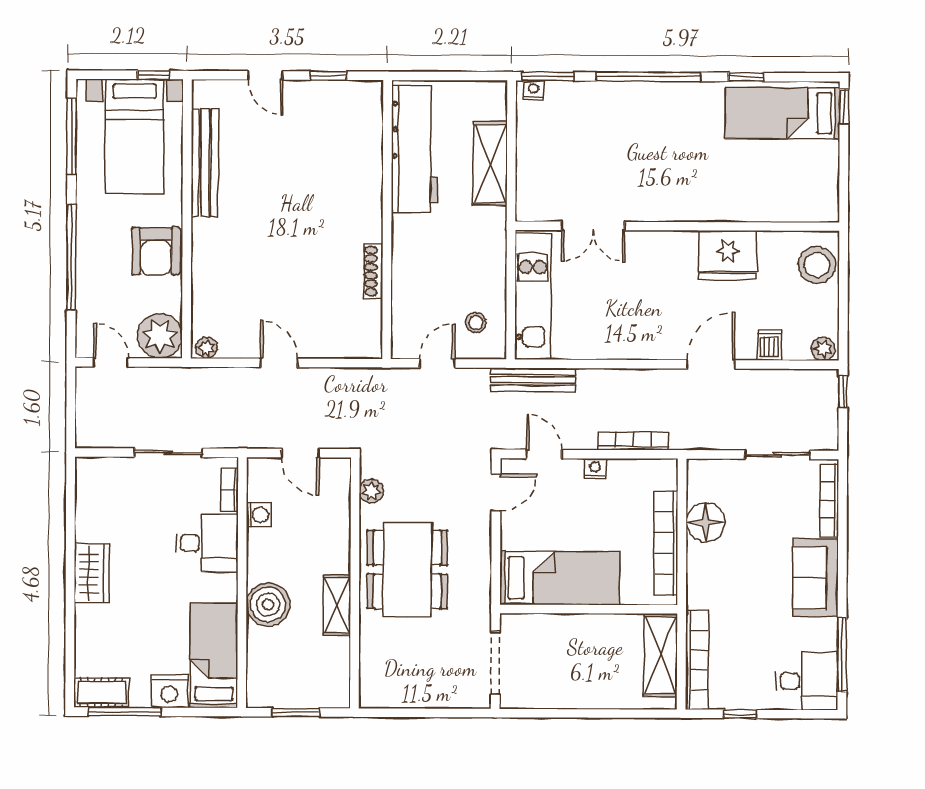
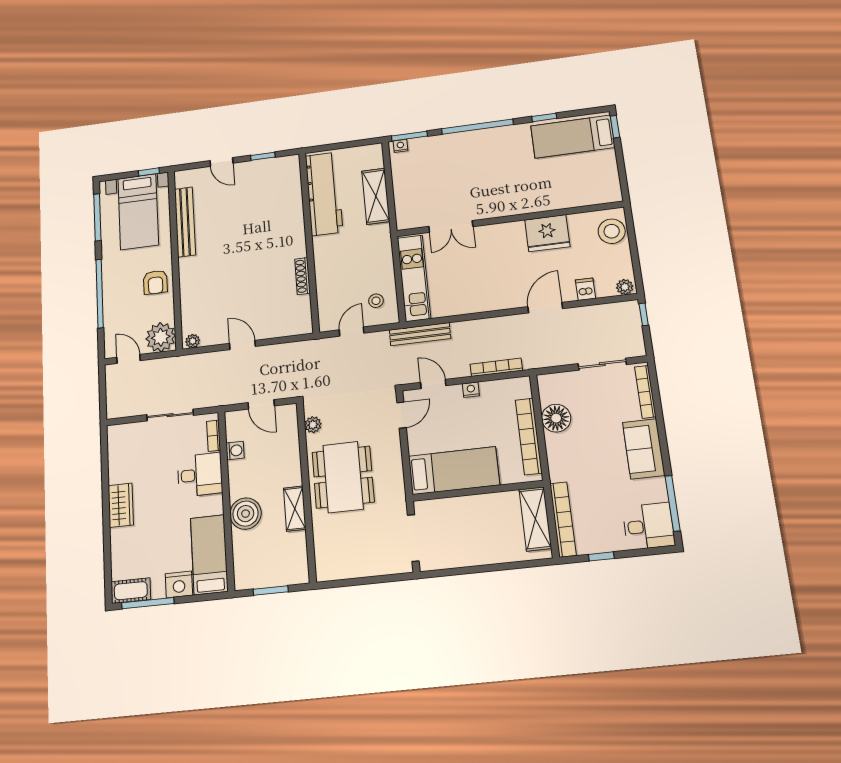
armchair: (156, 251) -> (155, 282), width x0.72, depth x0.72

